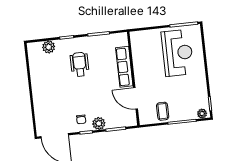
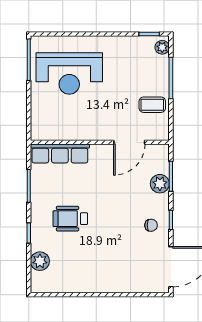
reception desk: (177, 53) -> (69, 73), turned 180
row of seats: (124, 67) -> (60, 154), moved
plant: (99, 123) -> (160, 184), moved

